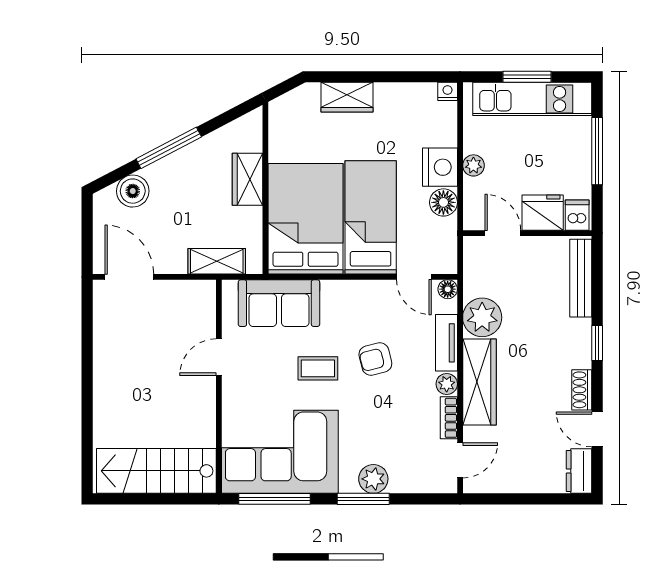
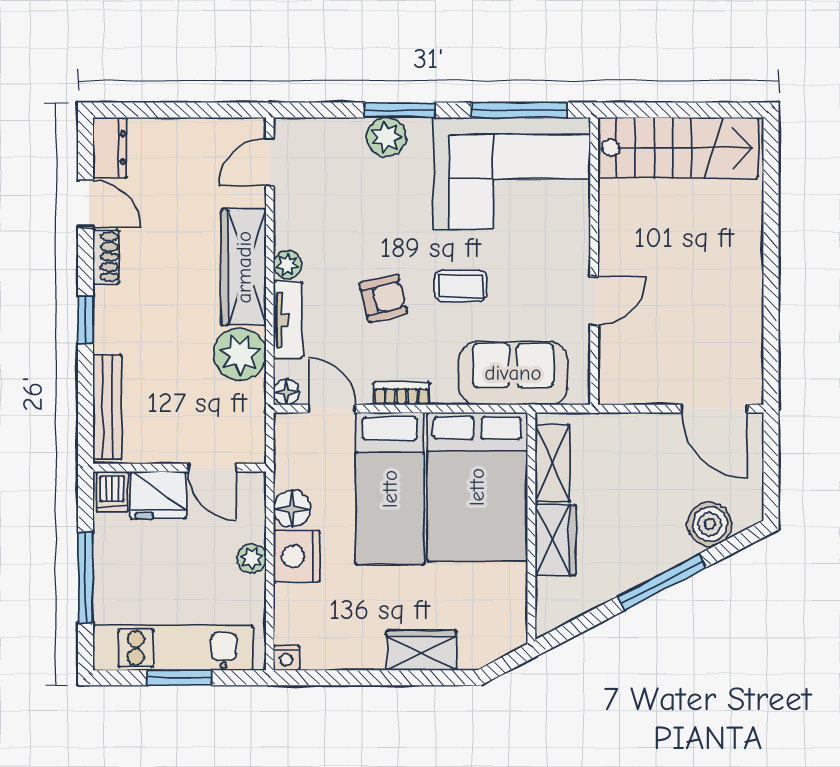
shelving: (217, 261) -> (552, 463), moved, turned 90
bookcase: (449, 418) -> (402, 394), moved, turned -90

